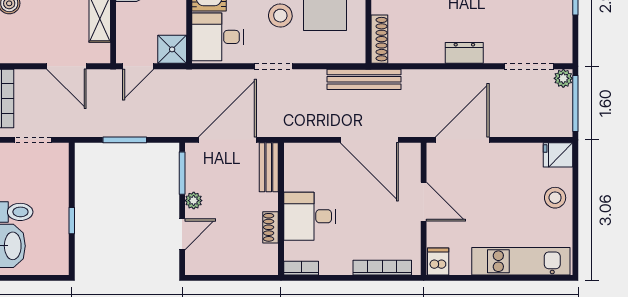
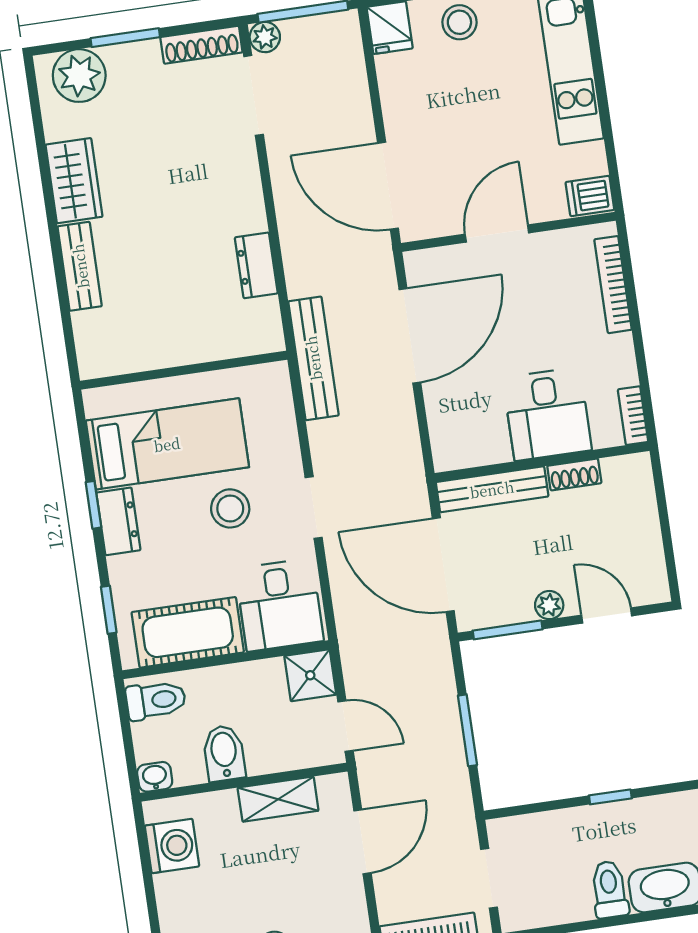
shoe rack: (379, 39) -> (201, 45), moved, turned 180
dresser: (464, 53) -> (256, 265), moved
bench: (269, 167) -> (492, 489), width x1.36

